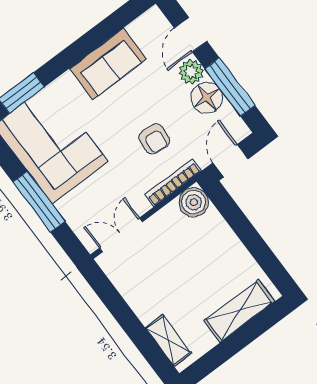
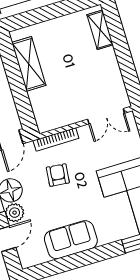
boiler: (194, 202) -> (47, 120), removed
shelving: (239, 311) -> (29, 64), moved, turned 90

